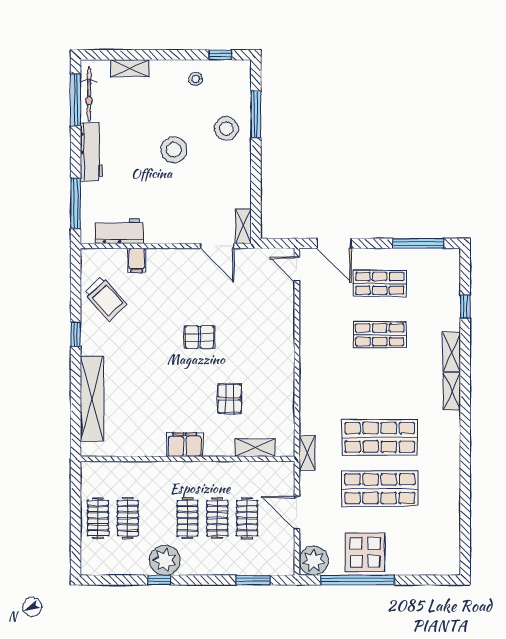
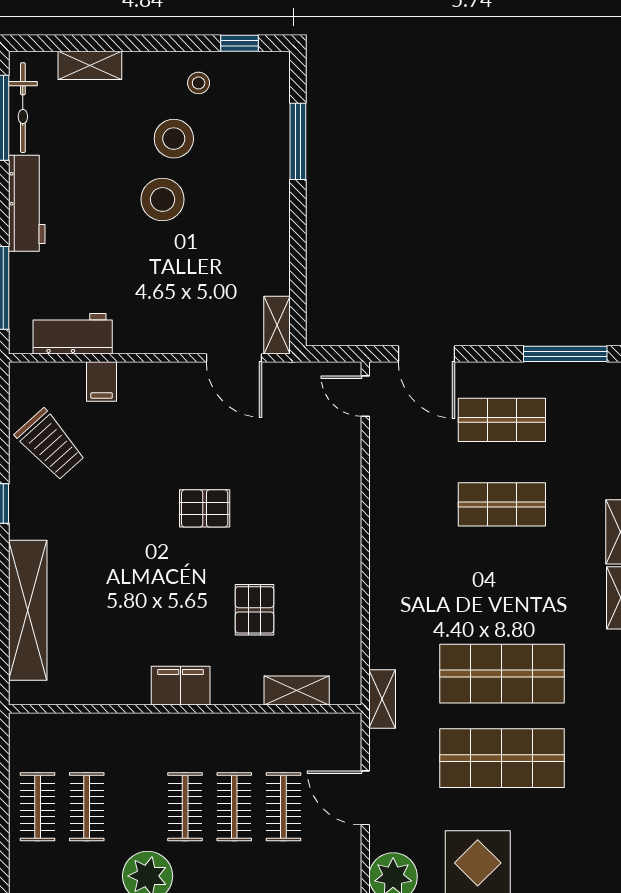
stool: (226, 128) -> (174, 139), moved

